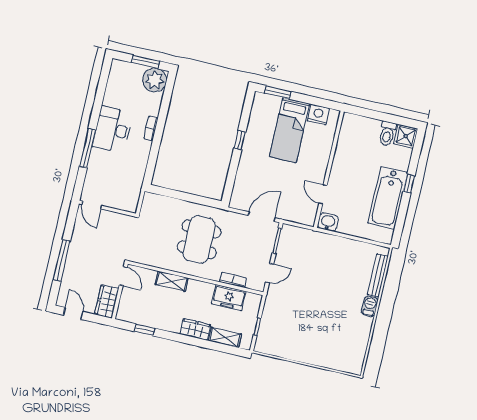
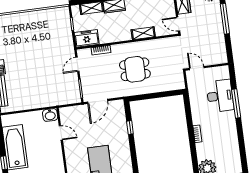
desk: (113, 130) -> (220, 96), moved
window: (240, 140) -> (130, 127), moved
door: (92, 205) -> (197, 68), moved
dining table: (199, 239) -> (135, 69), width x0.73
freezer: (229, 298) -> (87, 38), moved

